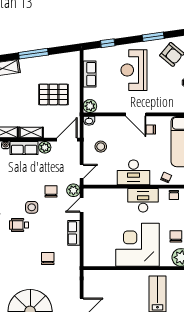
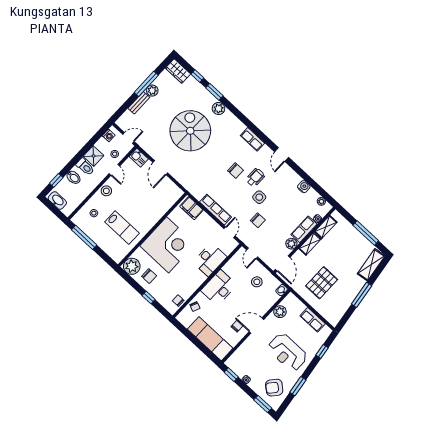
reception desk: (134, 70) -> (287, 352), turned 180
plant: (90, 106) -> (280, 312), moved
plant: (73, 190) -> (245, 236), removed
desk: (143, 200) -> (210, 260), moved
row of seats: (74, 233) -> (216, 210), width x1.48
filing cabinet: (91, 253) -> (192, 208), added
chair: (48, 258) -> (236, 171), moved

